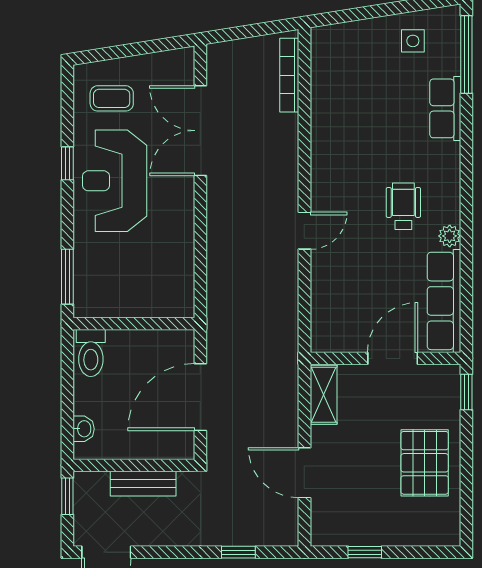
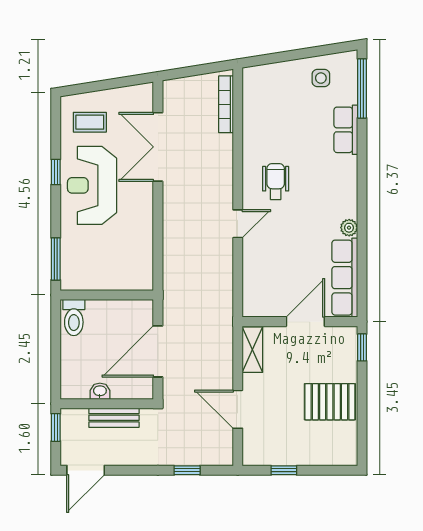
wheelchair: (403, 206) -> (276, 182), moved
washbasin: (84, 429) -> (100, 391), moved, turned -90
pallet: (425, 463) -> (330, 402), turned 90

